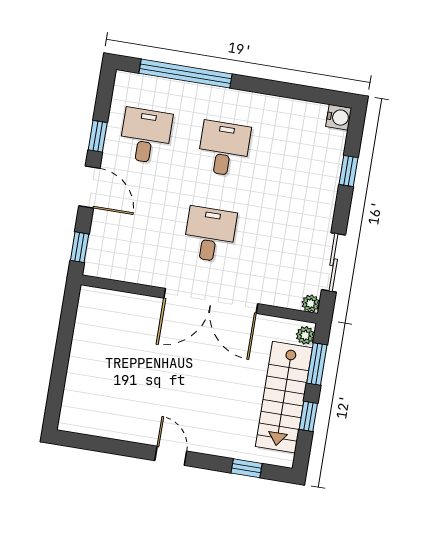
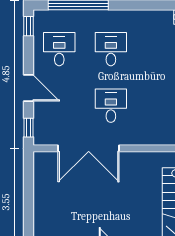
window: (98, 136) -> (28, 26), moved
double door: (211, 301) -> (89, 148), moved

